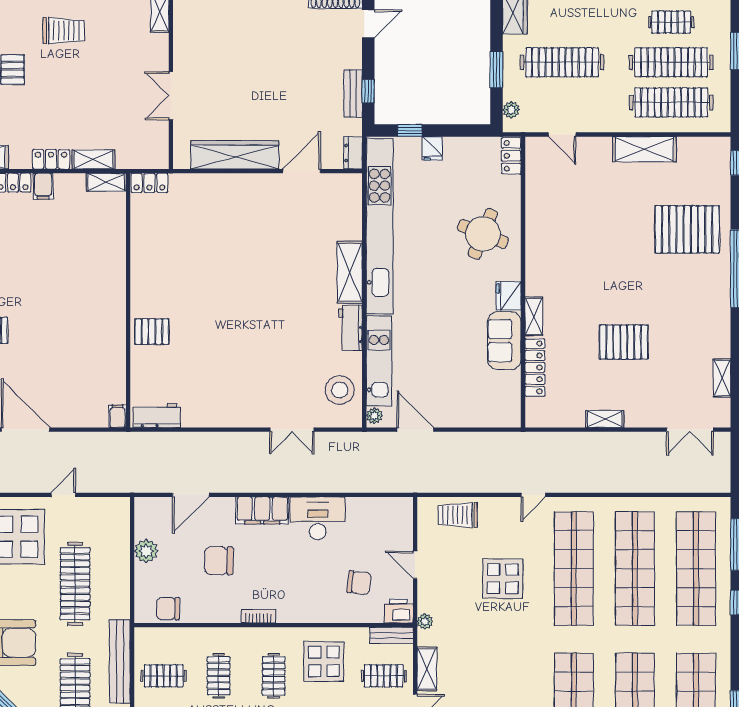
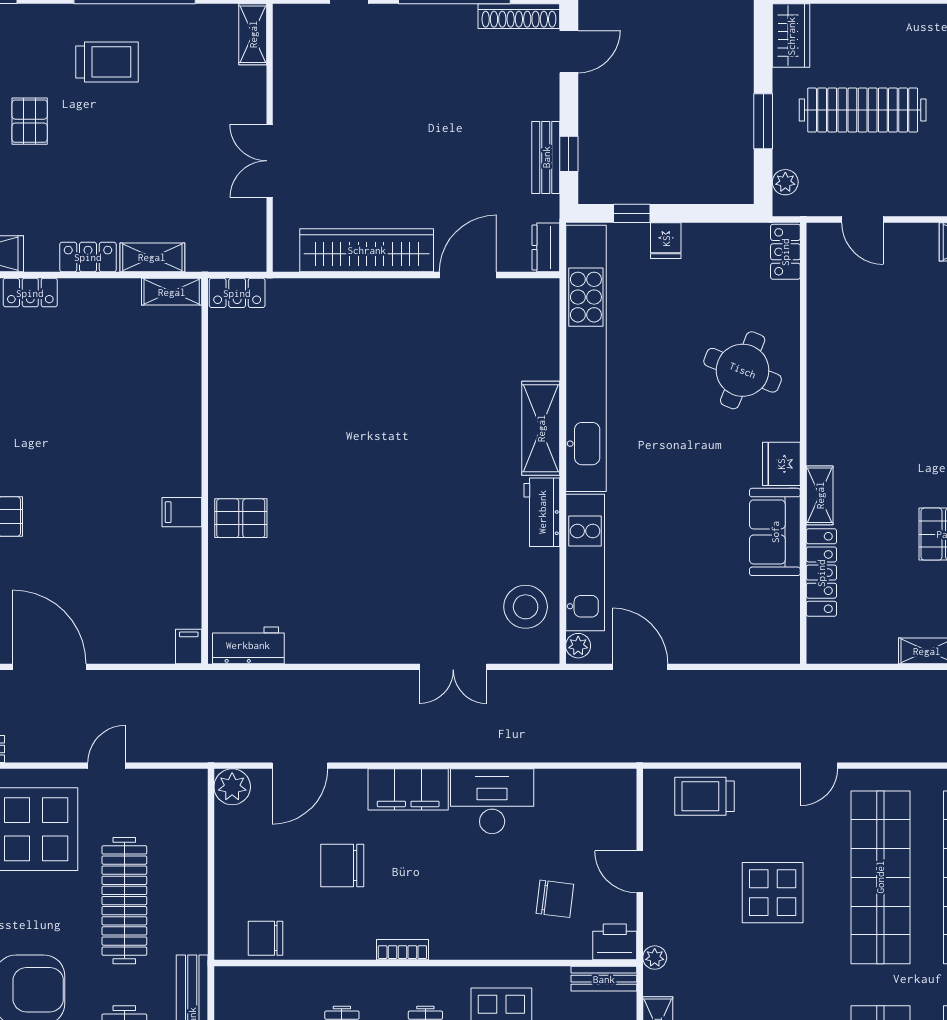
filing cabinet: (43, 186) -> (182, 512), moved, turned 90
plant: (146, 551) -> (232, 787), moved

